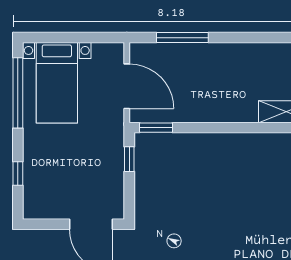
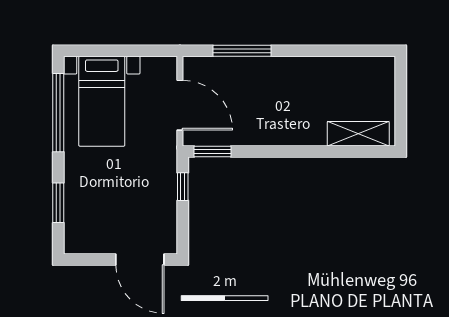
window: (18, 174) -> (58, 203), width x1.50

